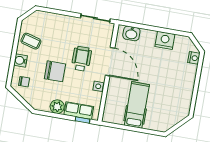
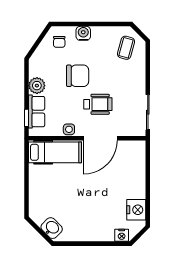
washbasin: (131, 33) -> (52, 228), moved, turned 135
nightstand: (165, 40) -> (136, 210), moved
coffee table: (31, 41) -> (126, 48), moved
chair: (55, 71) -> (78, 76), turned -90
hospital bed: (137, 105) -> (55, 152), moved

